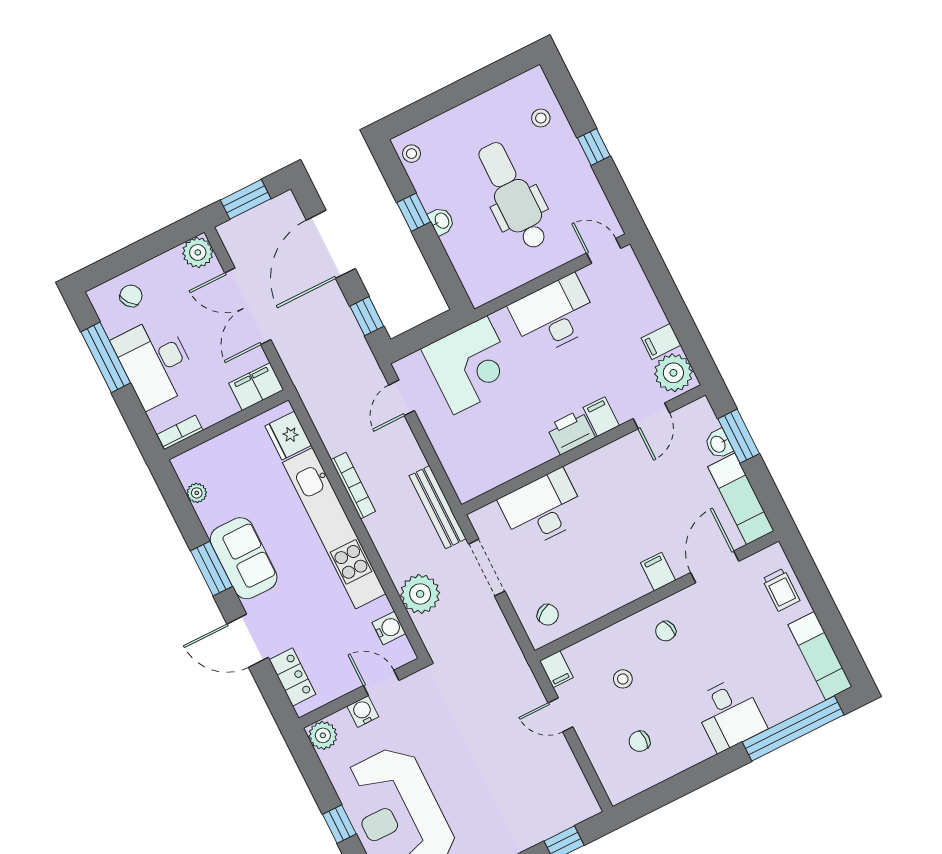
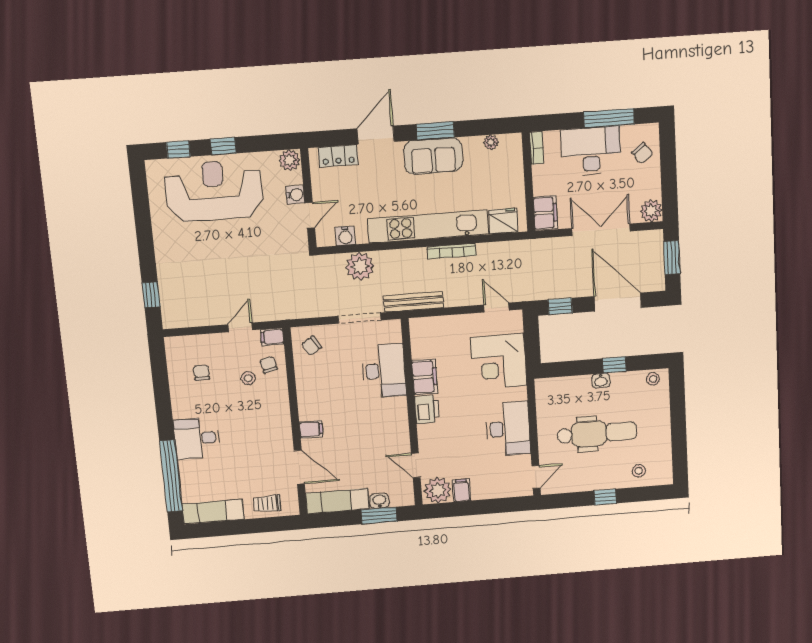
filing cabinet: (601, 417) -> (425, 377), moved, width x2.00
chair: (666, 631) -> (269, 365), moved

